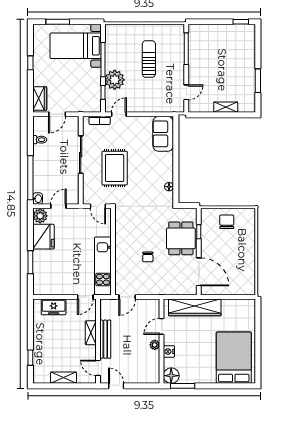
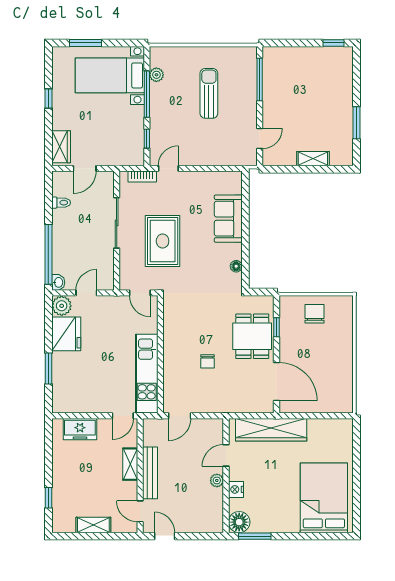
plant: (115, 80) -> (156, 75), moved, width x0.53, depth x0.53
sofa: (163, 134) -> (228, 219), moved

